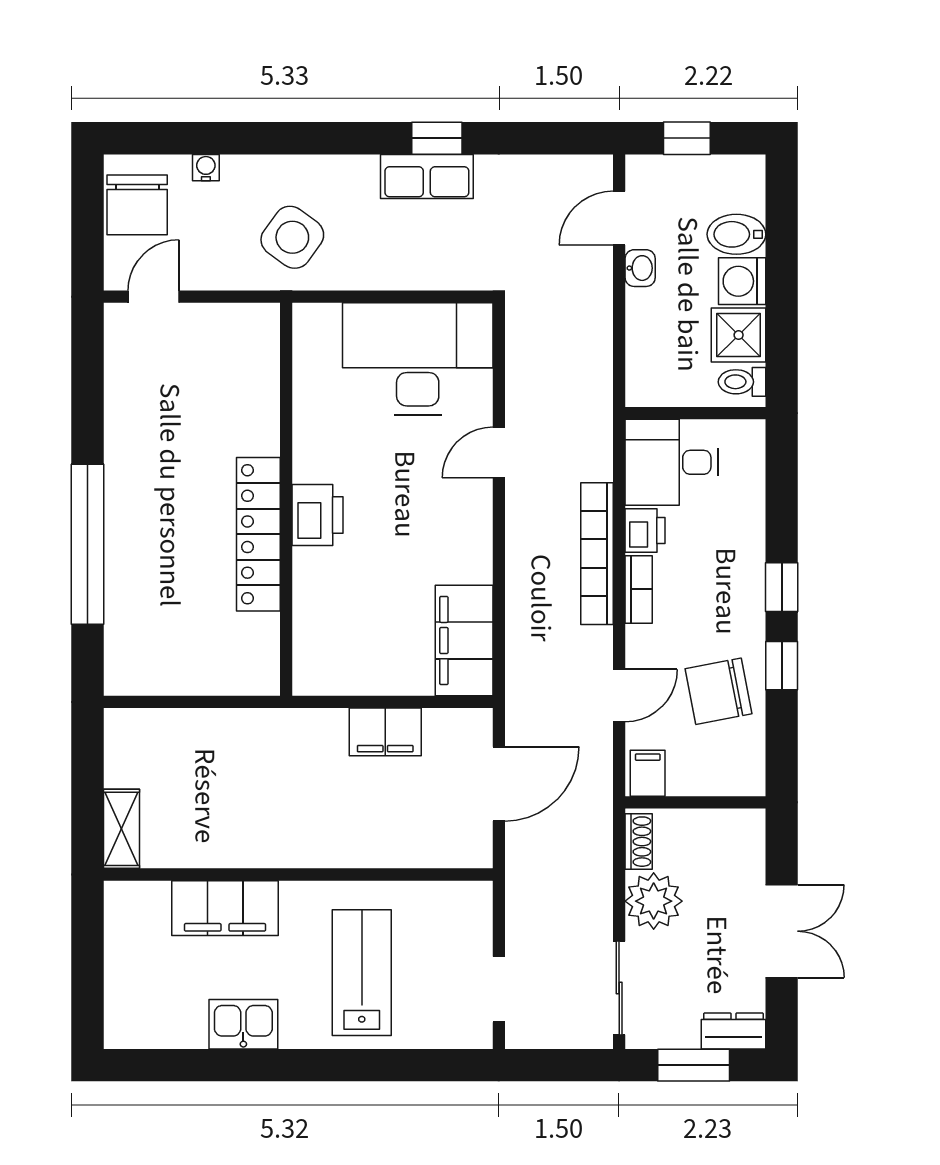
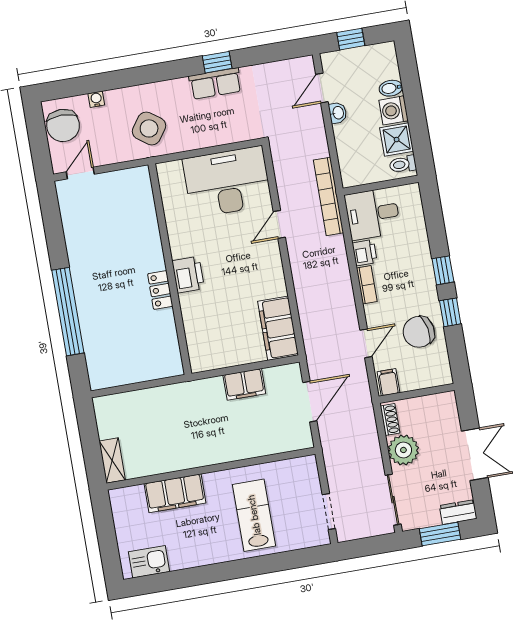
bidet: (736, 234) -> (391, 88), width x0.72, depth x0.74
locker: (258, 534) -> (160, 290), width x0.46, depth x0.83
bookcase: (597, 554) -> (328, 196), moved
kitchen sink: (243, 1024) -> (149, 562), moved

